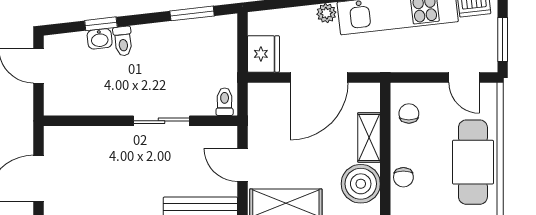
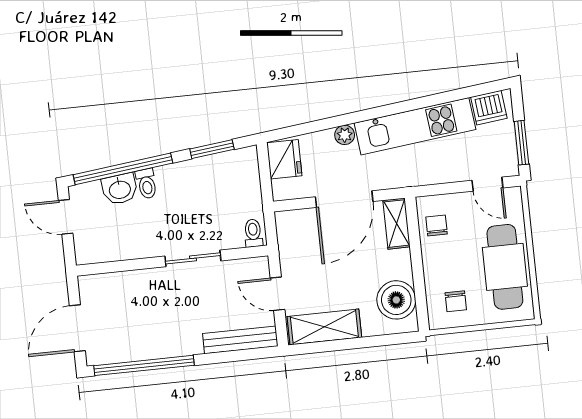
window: (101, 24) -> (123, 169), width x3.17
washbasin: (100, 39) -> (120, 189), width x1.38, depth x1.45
fridge: (263, 54) -> (284, 159), moved
shelving: (369, 137) -> (397, 224), moved
chair: (403, 177) -> (456, 301), moved

